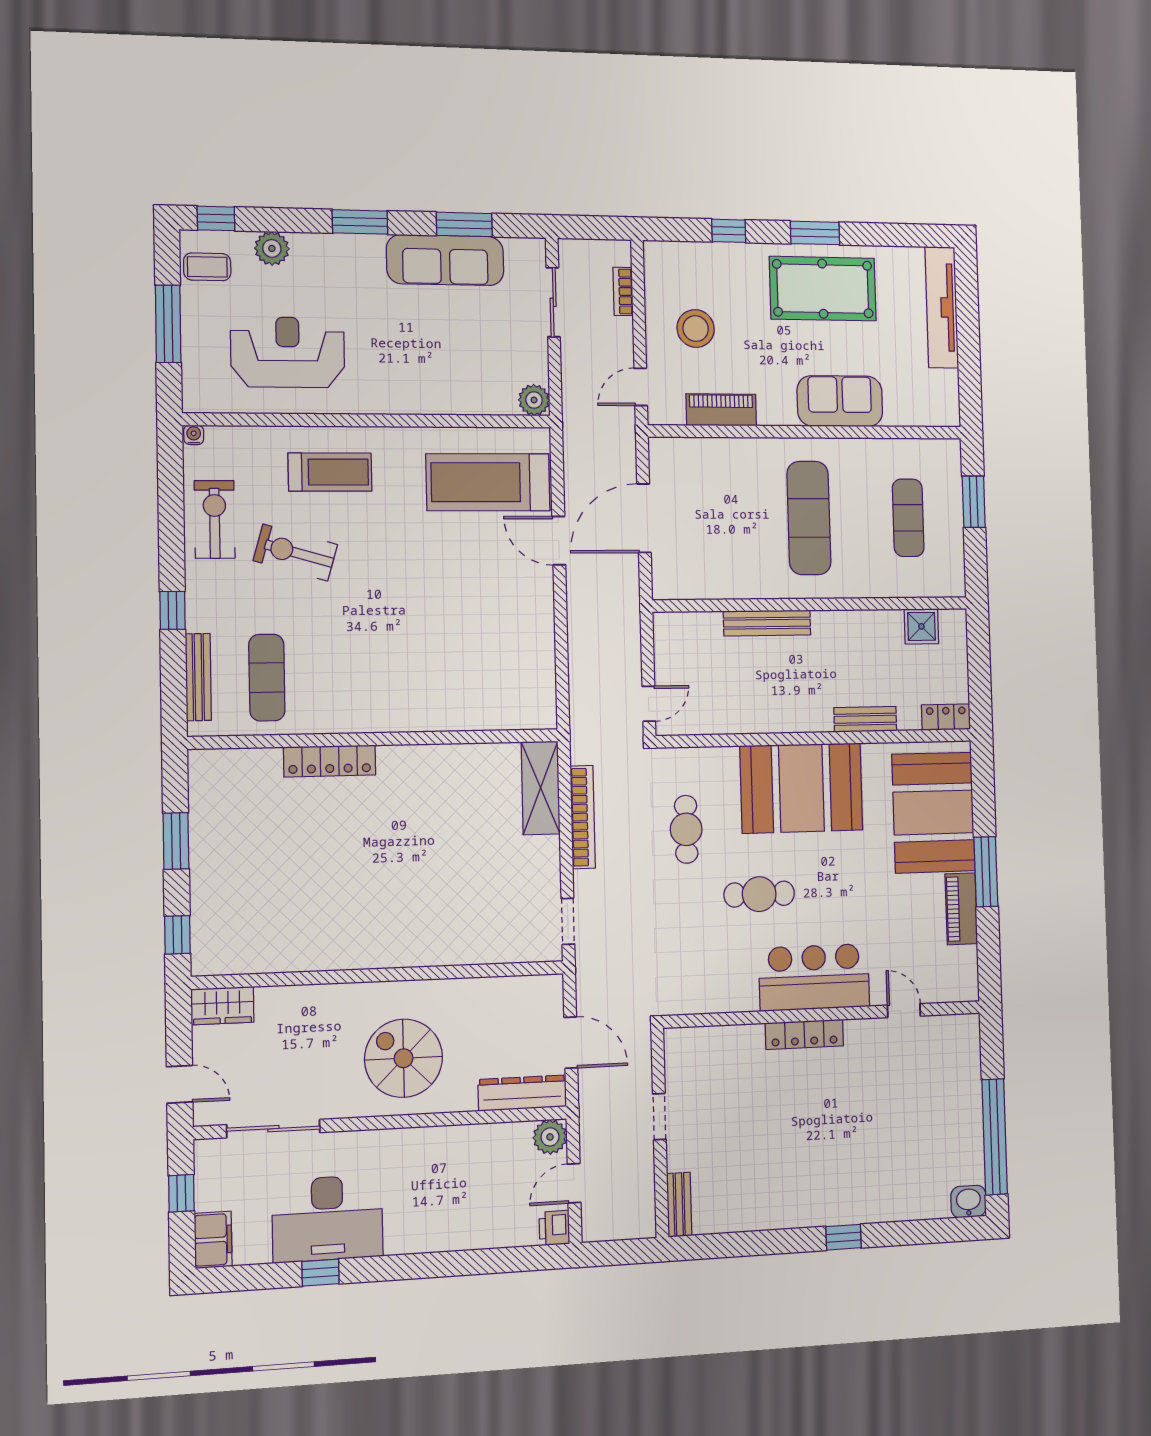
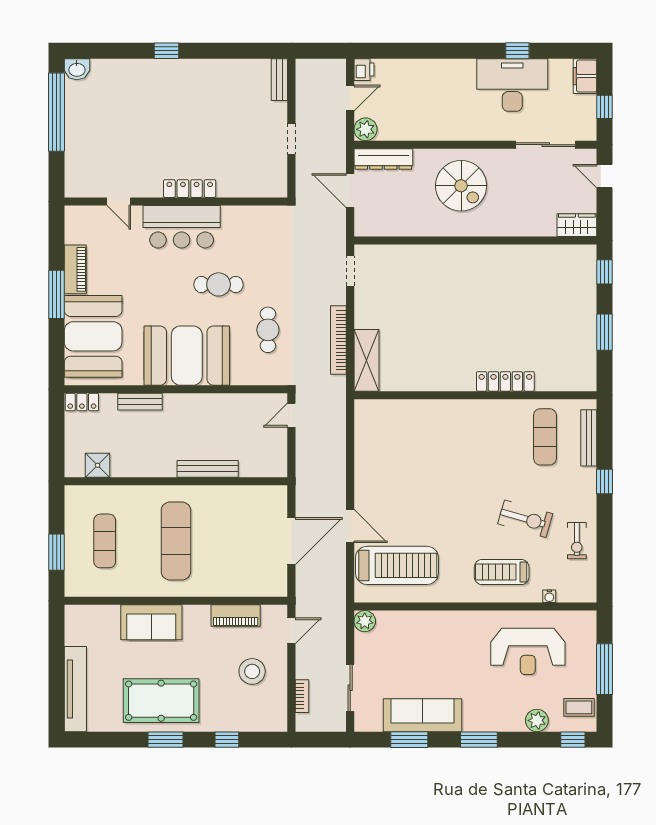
water cooler: (194, 435) -> (549, 596), moved
exercise bike: (215, 519) -> (577, 541), width x0.73, depth x0.72

